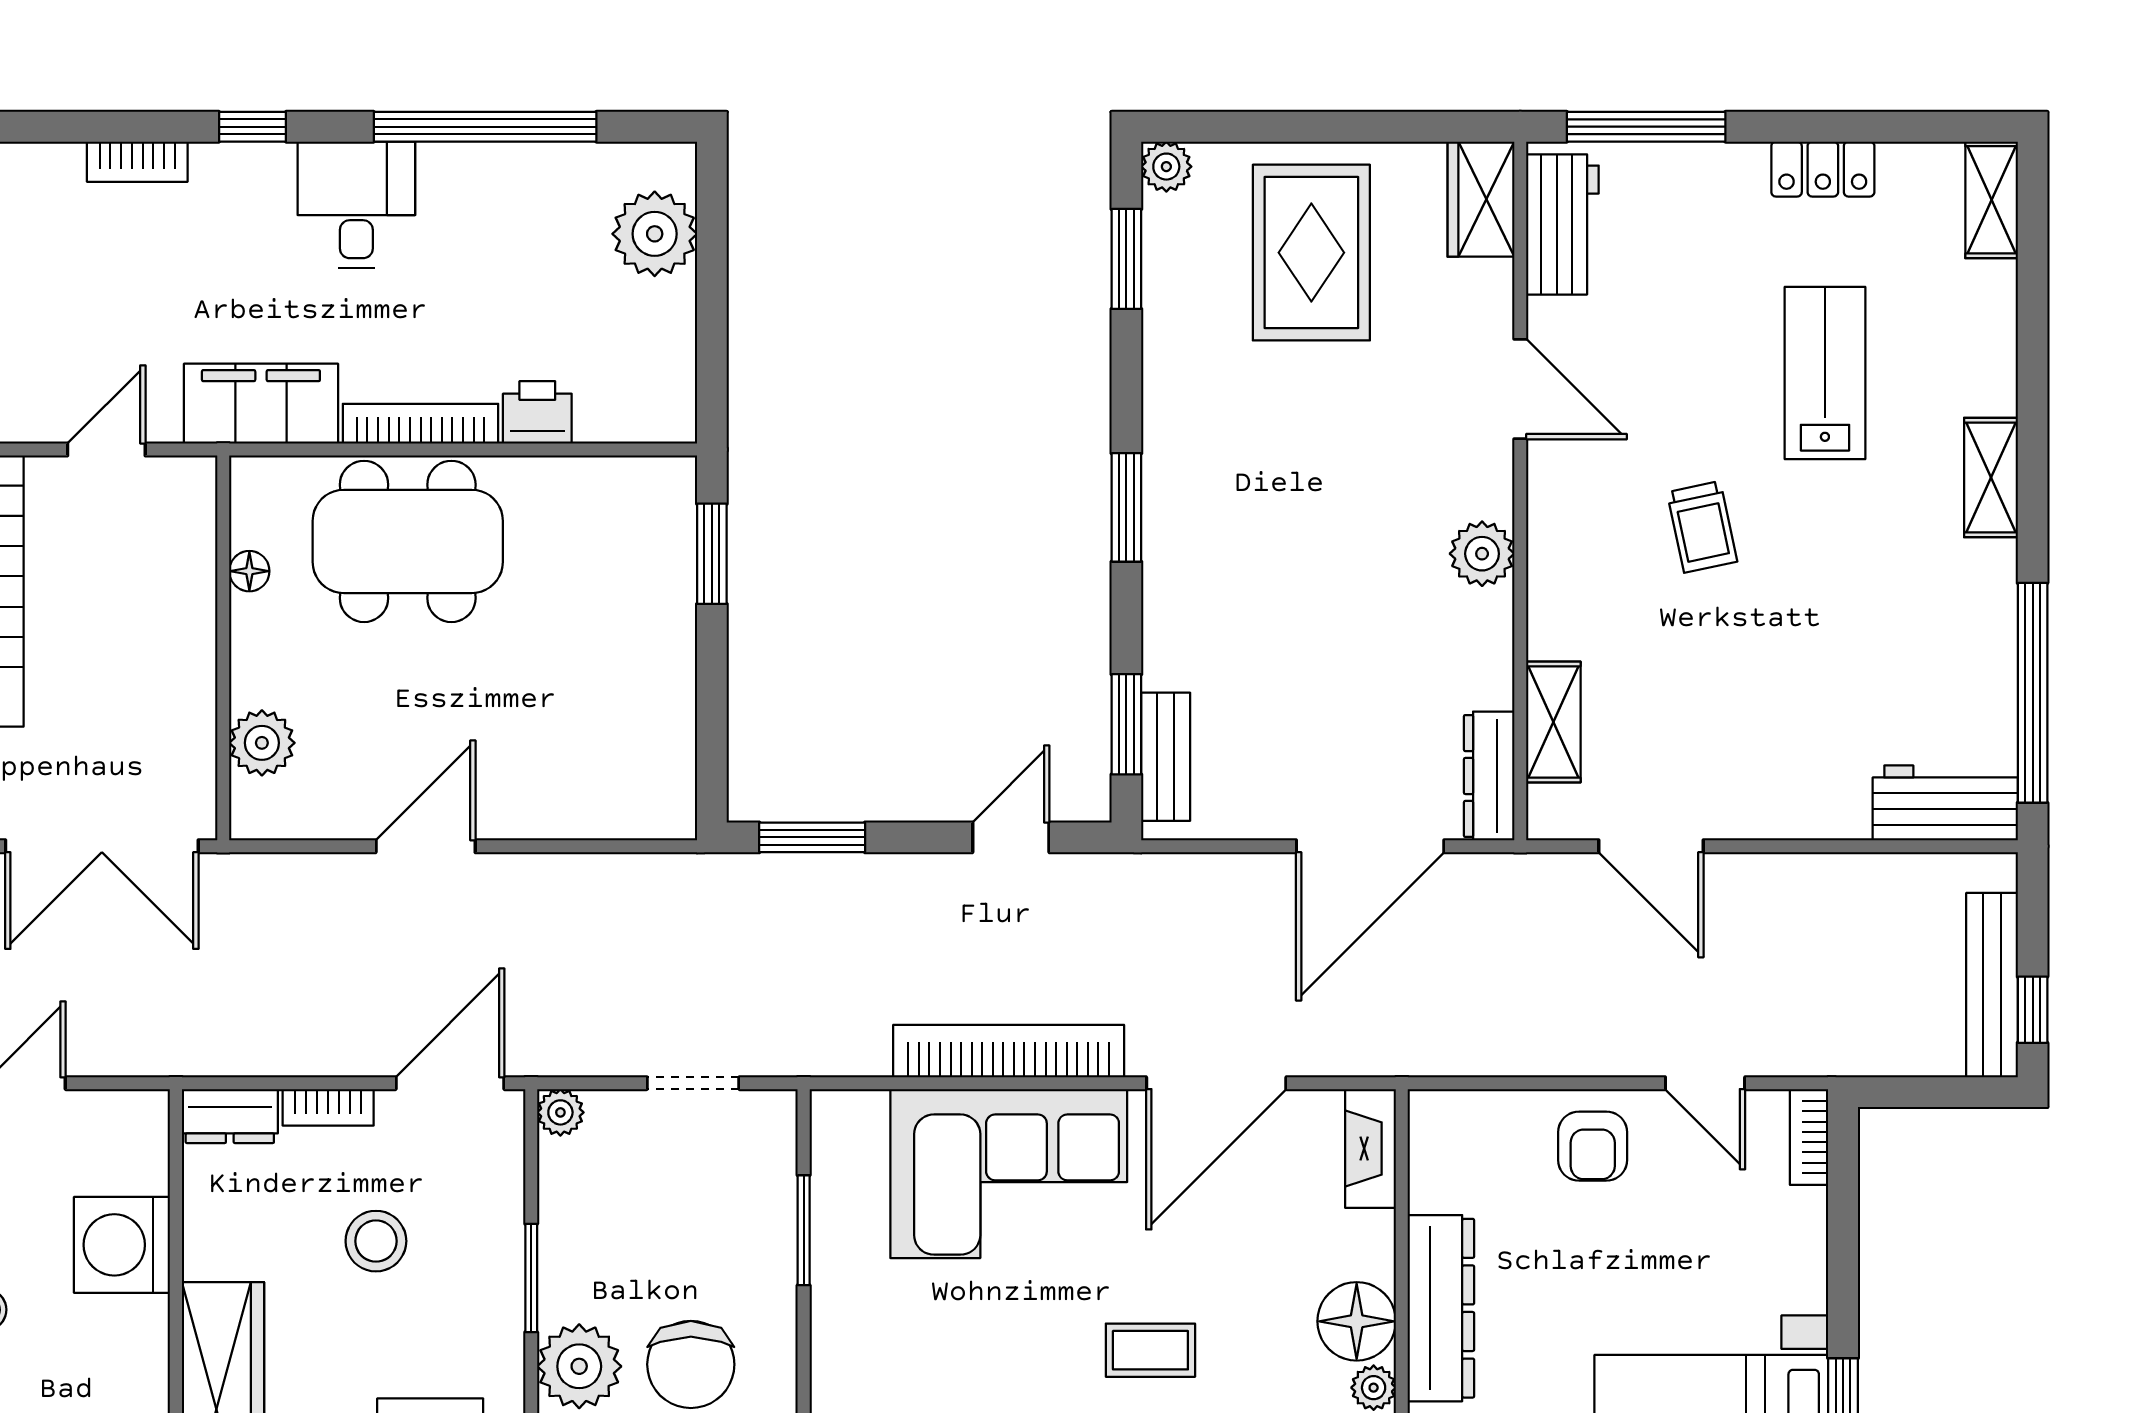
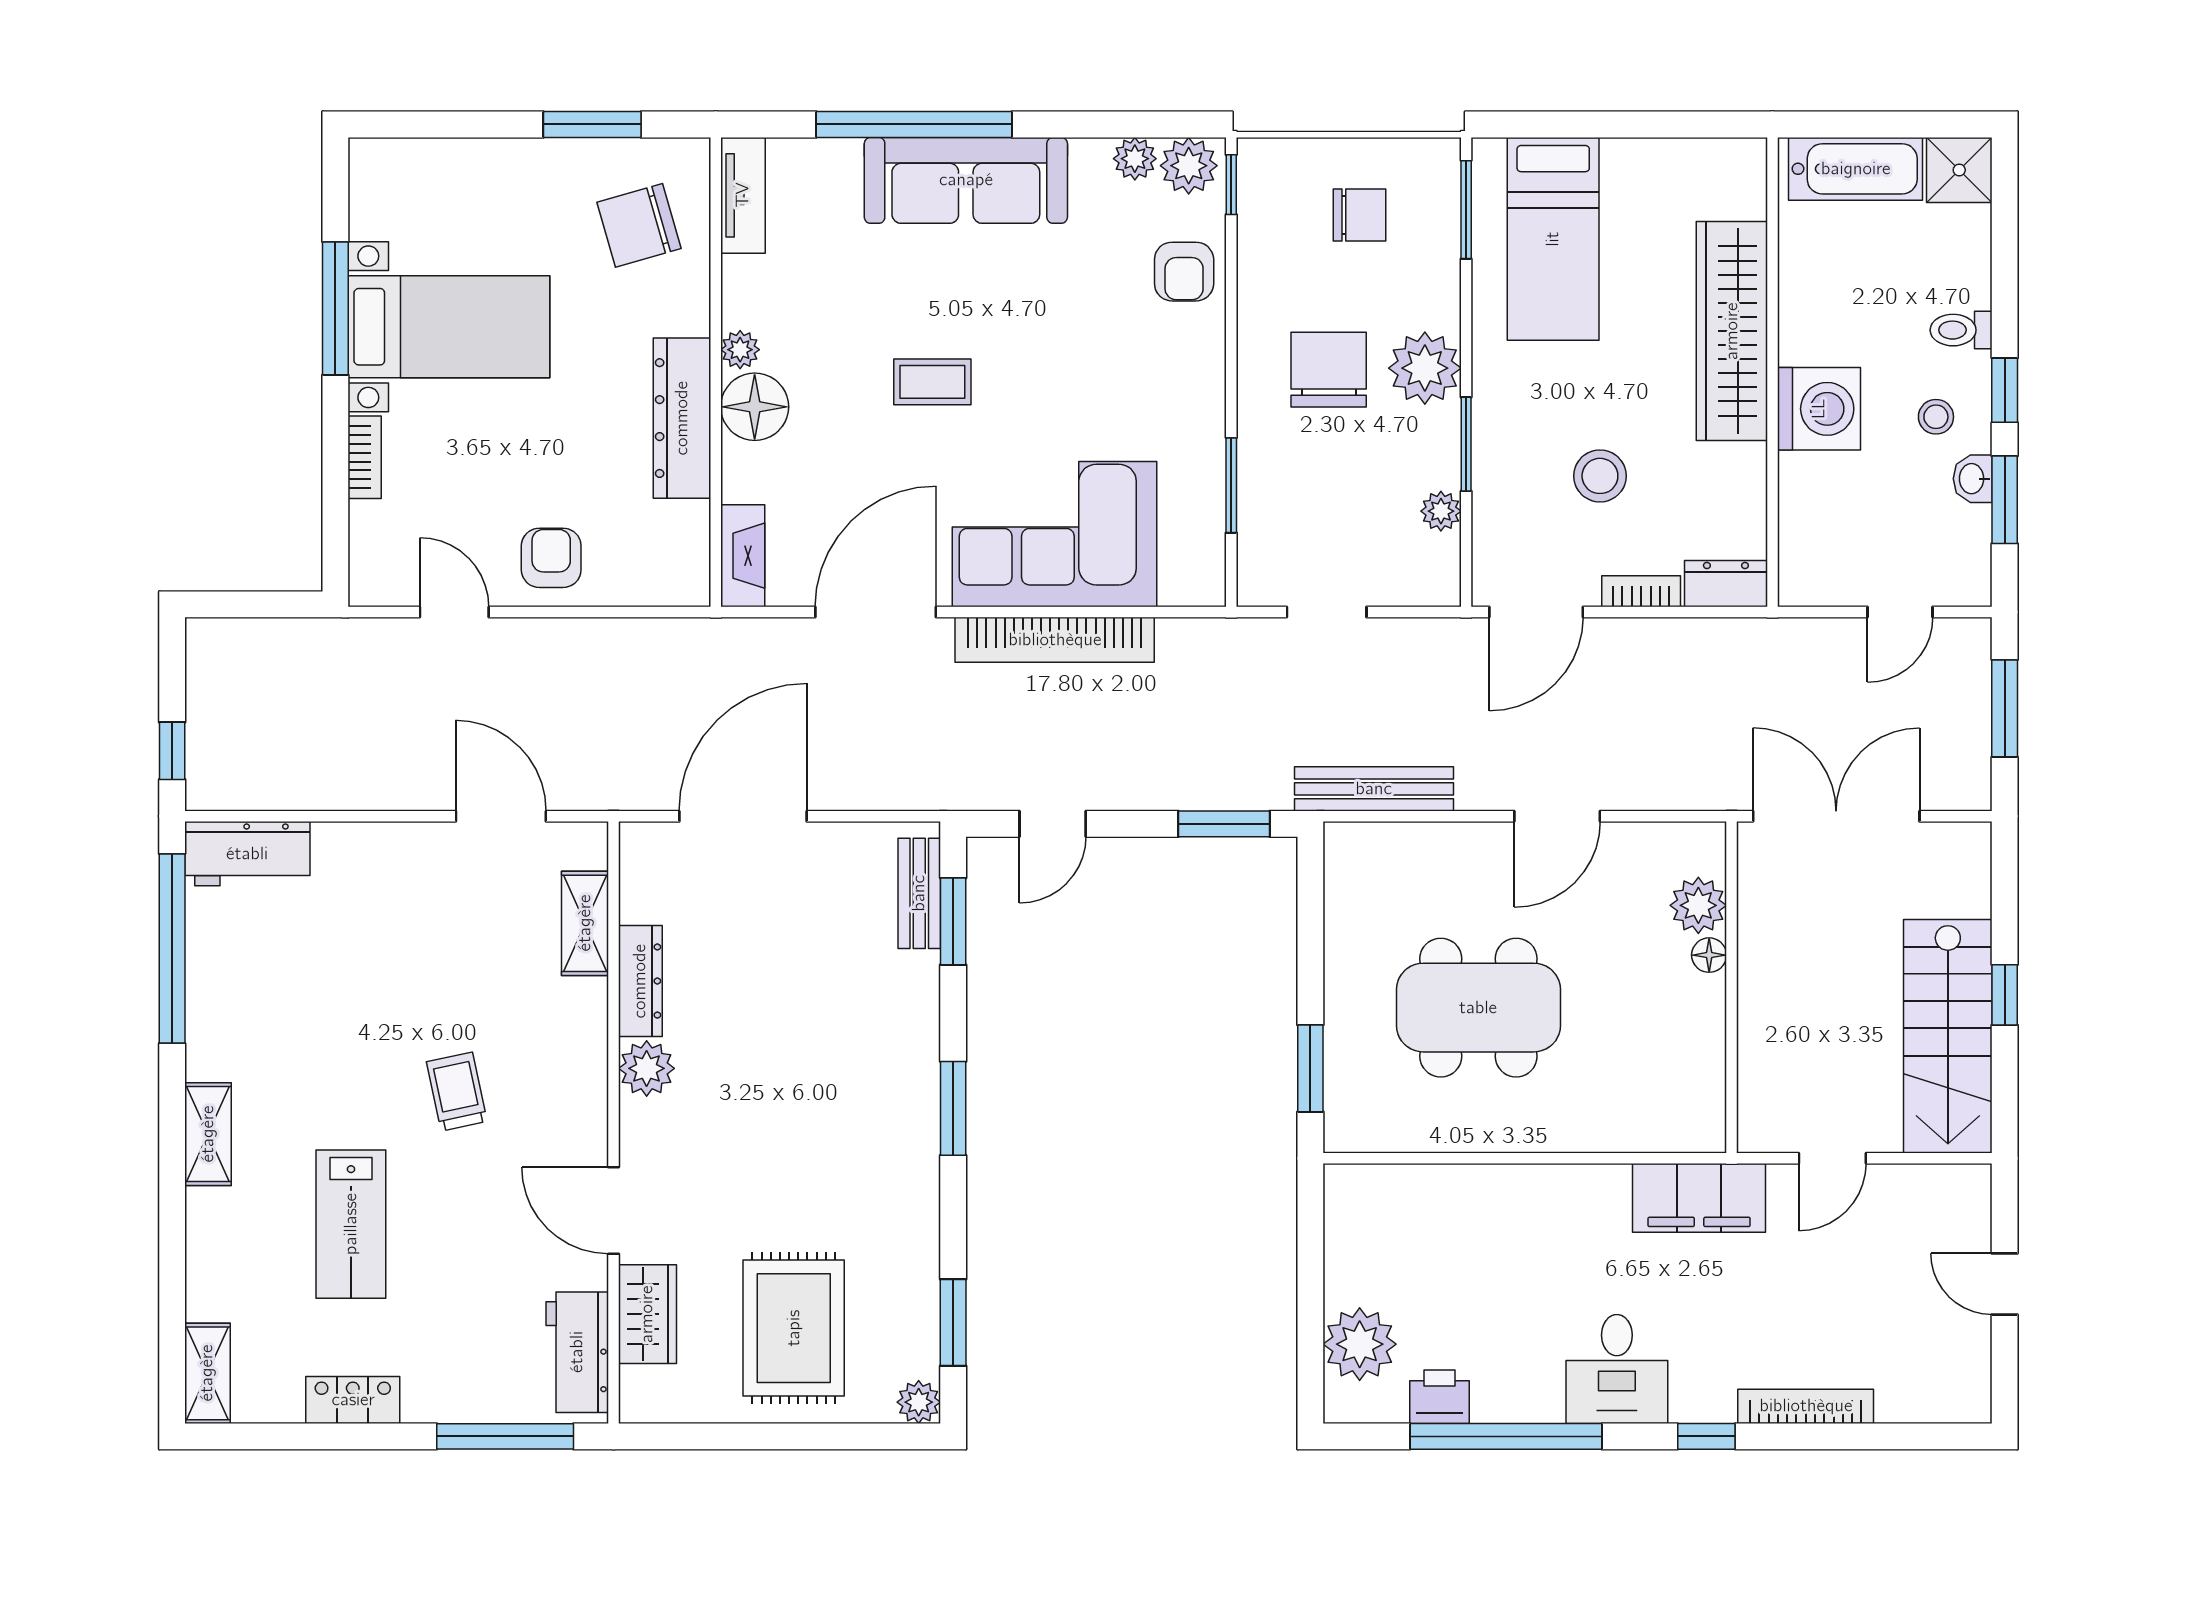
bookcase: (137, 162) -> (1806, 1406), width x1.56
wardrobe: (1481, 199) -> (647, 1314), moved
printer: (537, 412) -> (1439, 1397), moved, turned 180
bookcase: (421, 424) -> (1562, 1181), removed
dining table: (408, 541) -> (1478, 1008), moved
floor lamp: (249, 571) -> (1709, 955), moved
dresser: (1489, 776) -> (640, 981), moved
bench: (1992, 985) -> (1374, 789), moved, turned 90
window: (2033, 1010) -> (172, 751), moved
plant: (560, 1112) -> (1441, 511), moved
bookcase: (1809, 1137) -> (365, 457), moved
washing machine: (122, 1245) -> (1819, 409), moved

